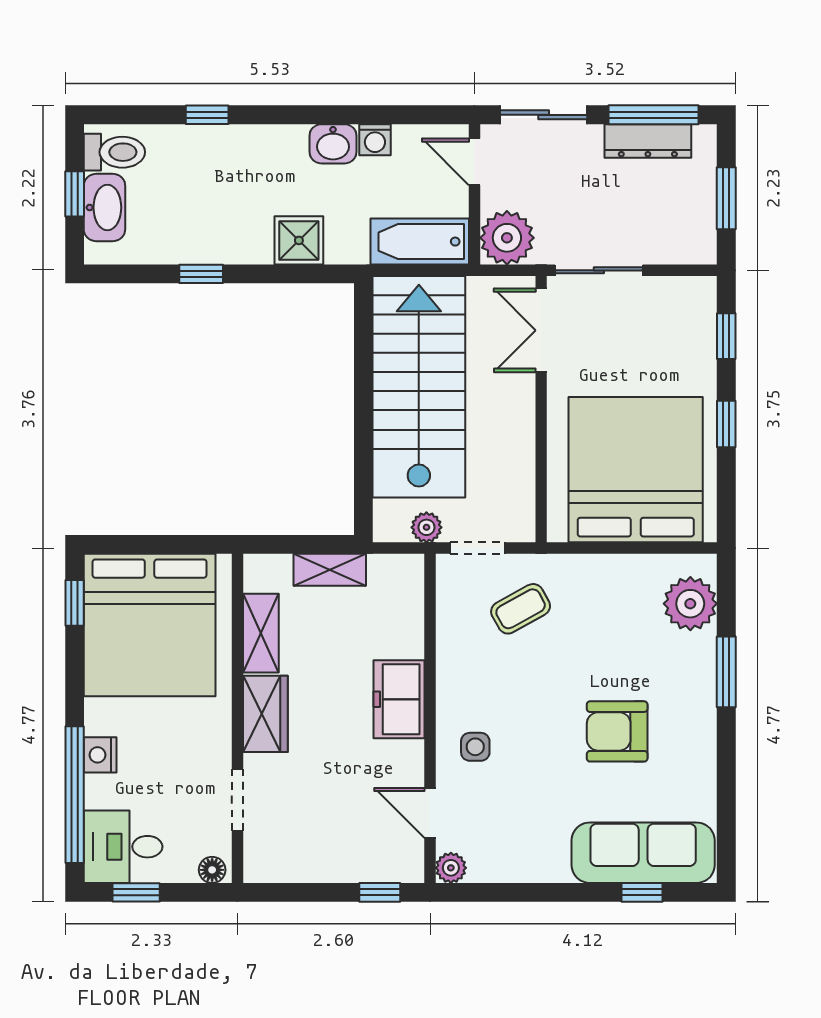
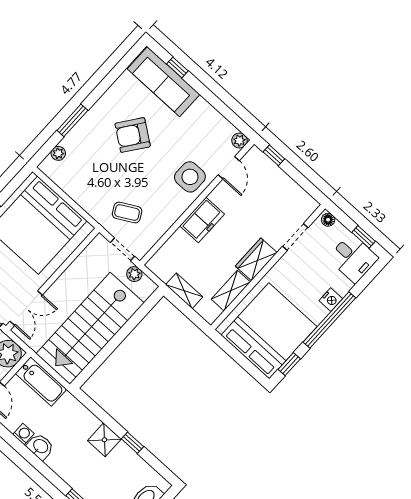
shower: (299, 240) -> (104, 440), moved
plant: (690, 604) -> (58, 153), width x0.53, depth x0.53
armchair: (617, 731) -> (133, 135), turned 126
side table: (475, 747) -> (190, 177), width x1.87, depth x1.87
window: (75, 795) -> (329, 320), moved

